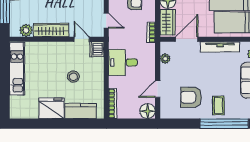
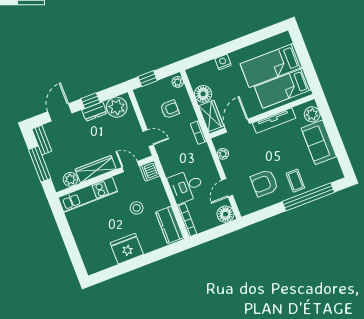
desk: (123, 62) -> (186, 186), moved
kitchen unit: (17, 69) -> (88, 195), moved, turned 90
kitchen counter: (81, 111) -> (169, 225), moved, turned -90

